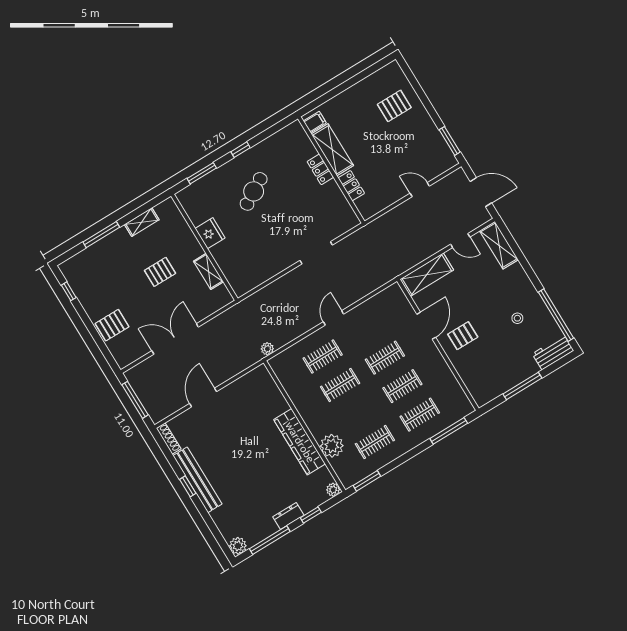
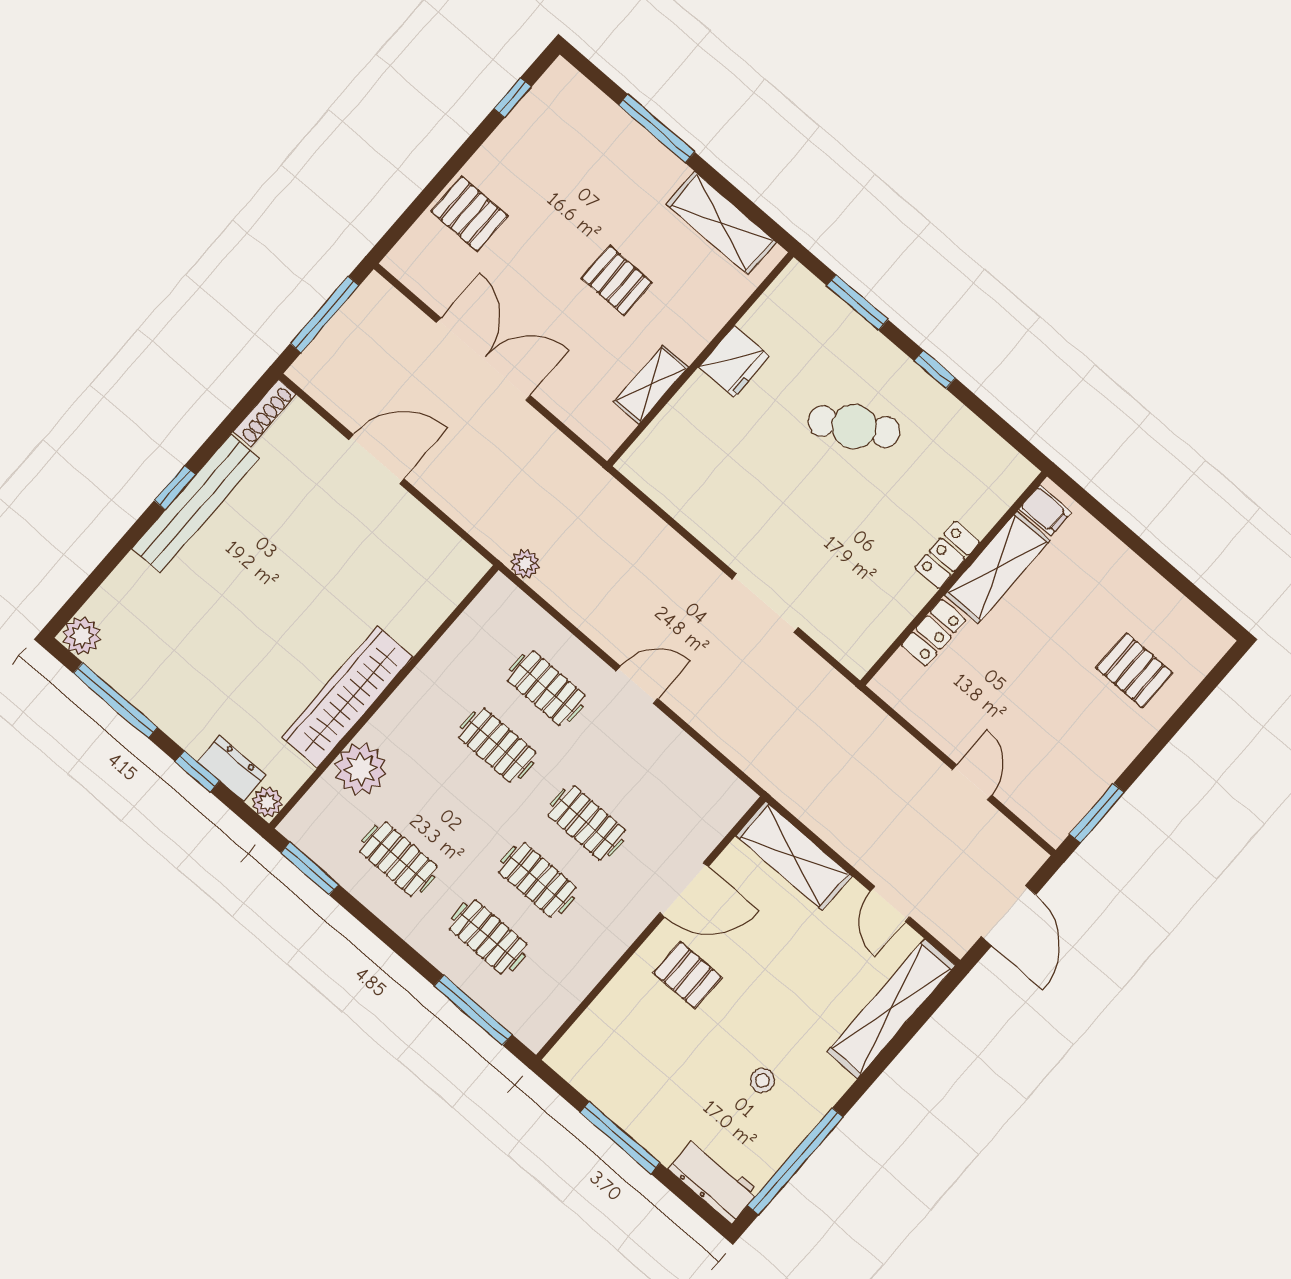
shelving: (142, 222) -> (721, 223), width x1.50, depth x1.33
shelving: (499, 245) -> (891, 1009), width x1.47
dresser: (288, 516) -> (232, 768), moved

